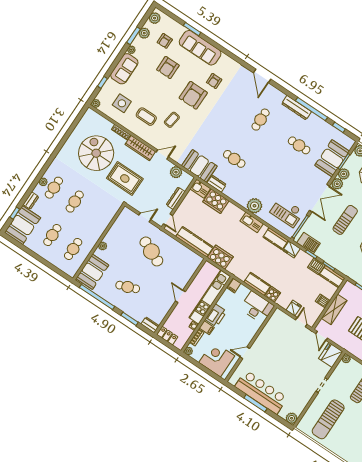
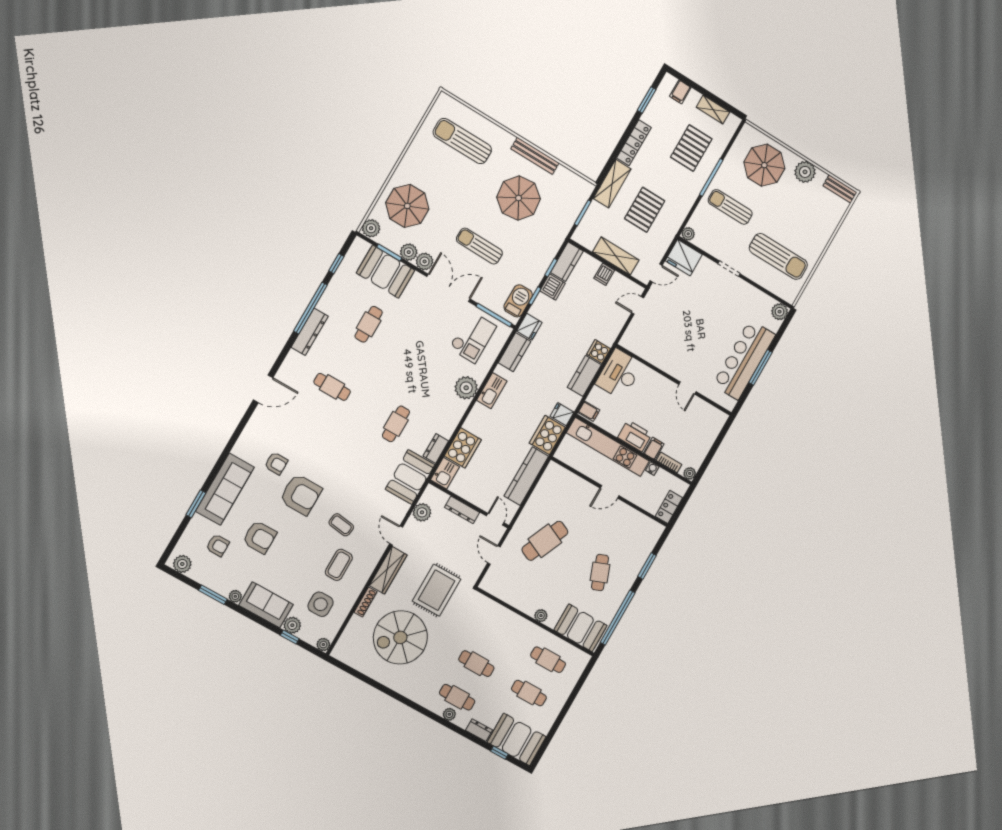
plant: (144, 33) -> (292, 625), moved
door: (168, 220) -> (495, 519), hinge flipped
fridge: (294, 308) -> (562, 414), moved
dresser: (150, 325) -> (654, 534), removed
corner desk: (217, 359) -> (699, 430), removed

